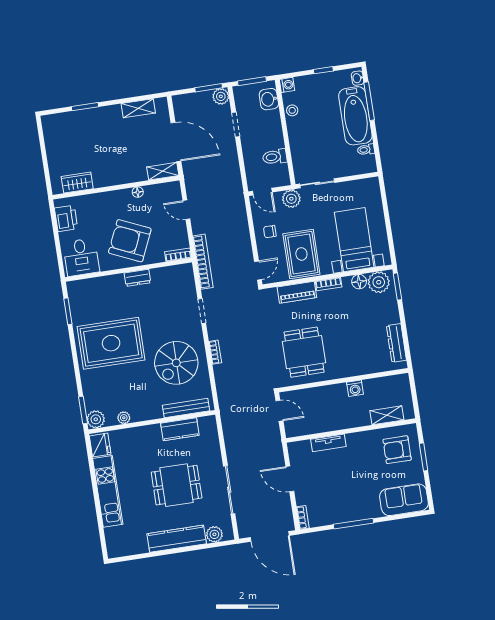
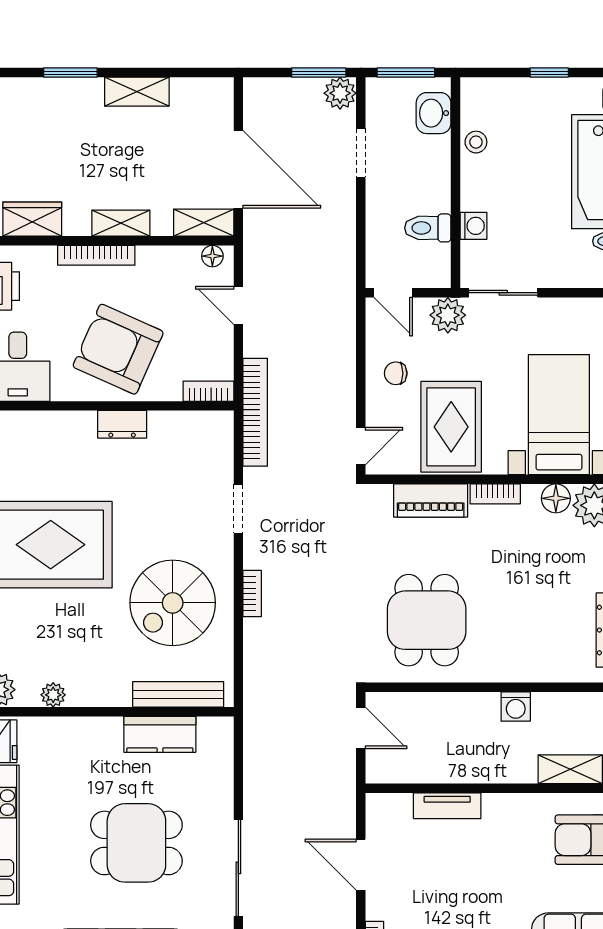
washing machine: (287, 85) -> (474, 226), moved
shelving: (138, 108) -> (137, 92), moved
shelving: (122, 178) -> (121, 223), added
floor lamp: (138, 192) -> (212, 256), moved
bookcase: (112, 196) -> (96, 255), added

